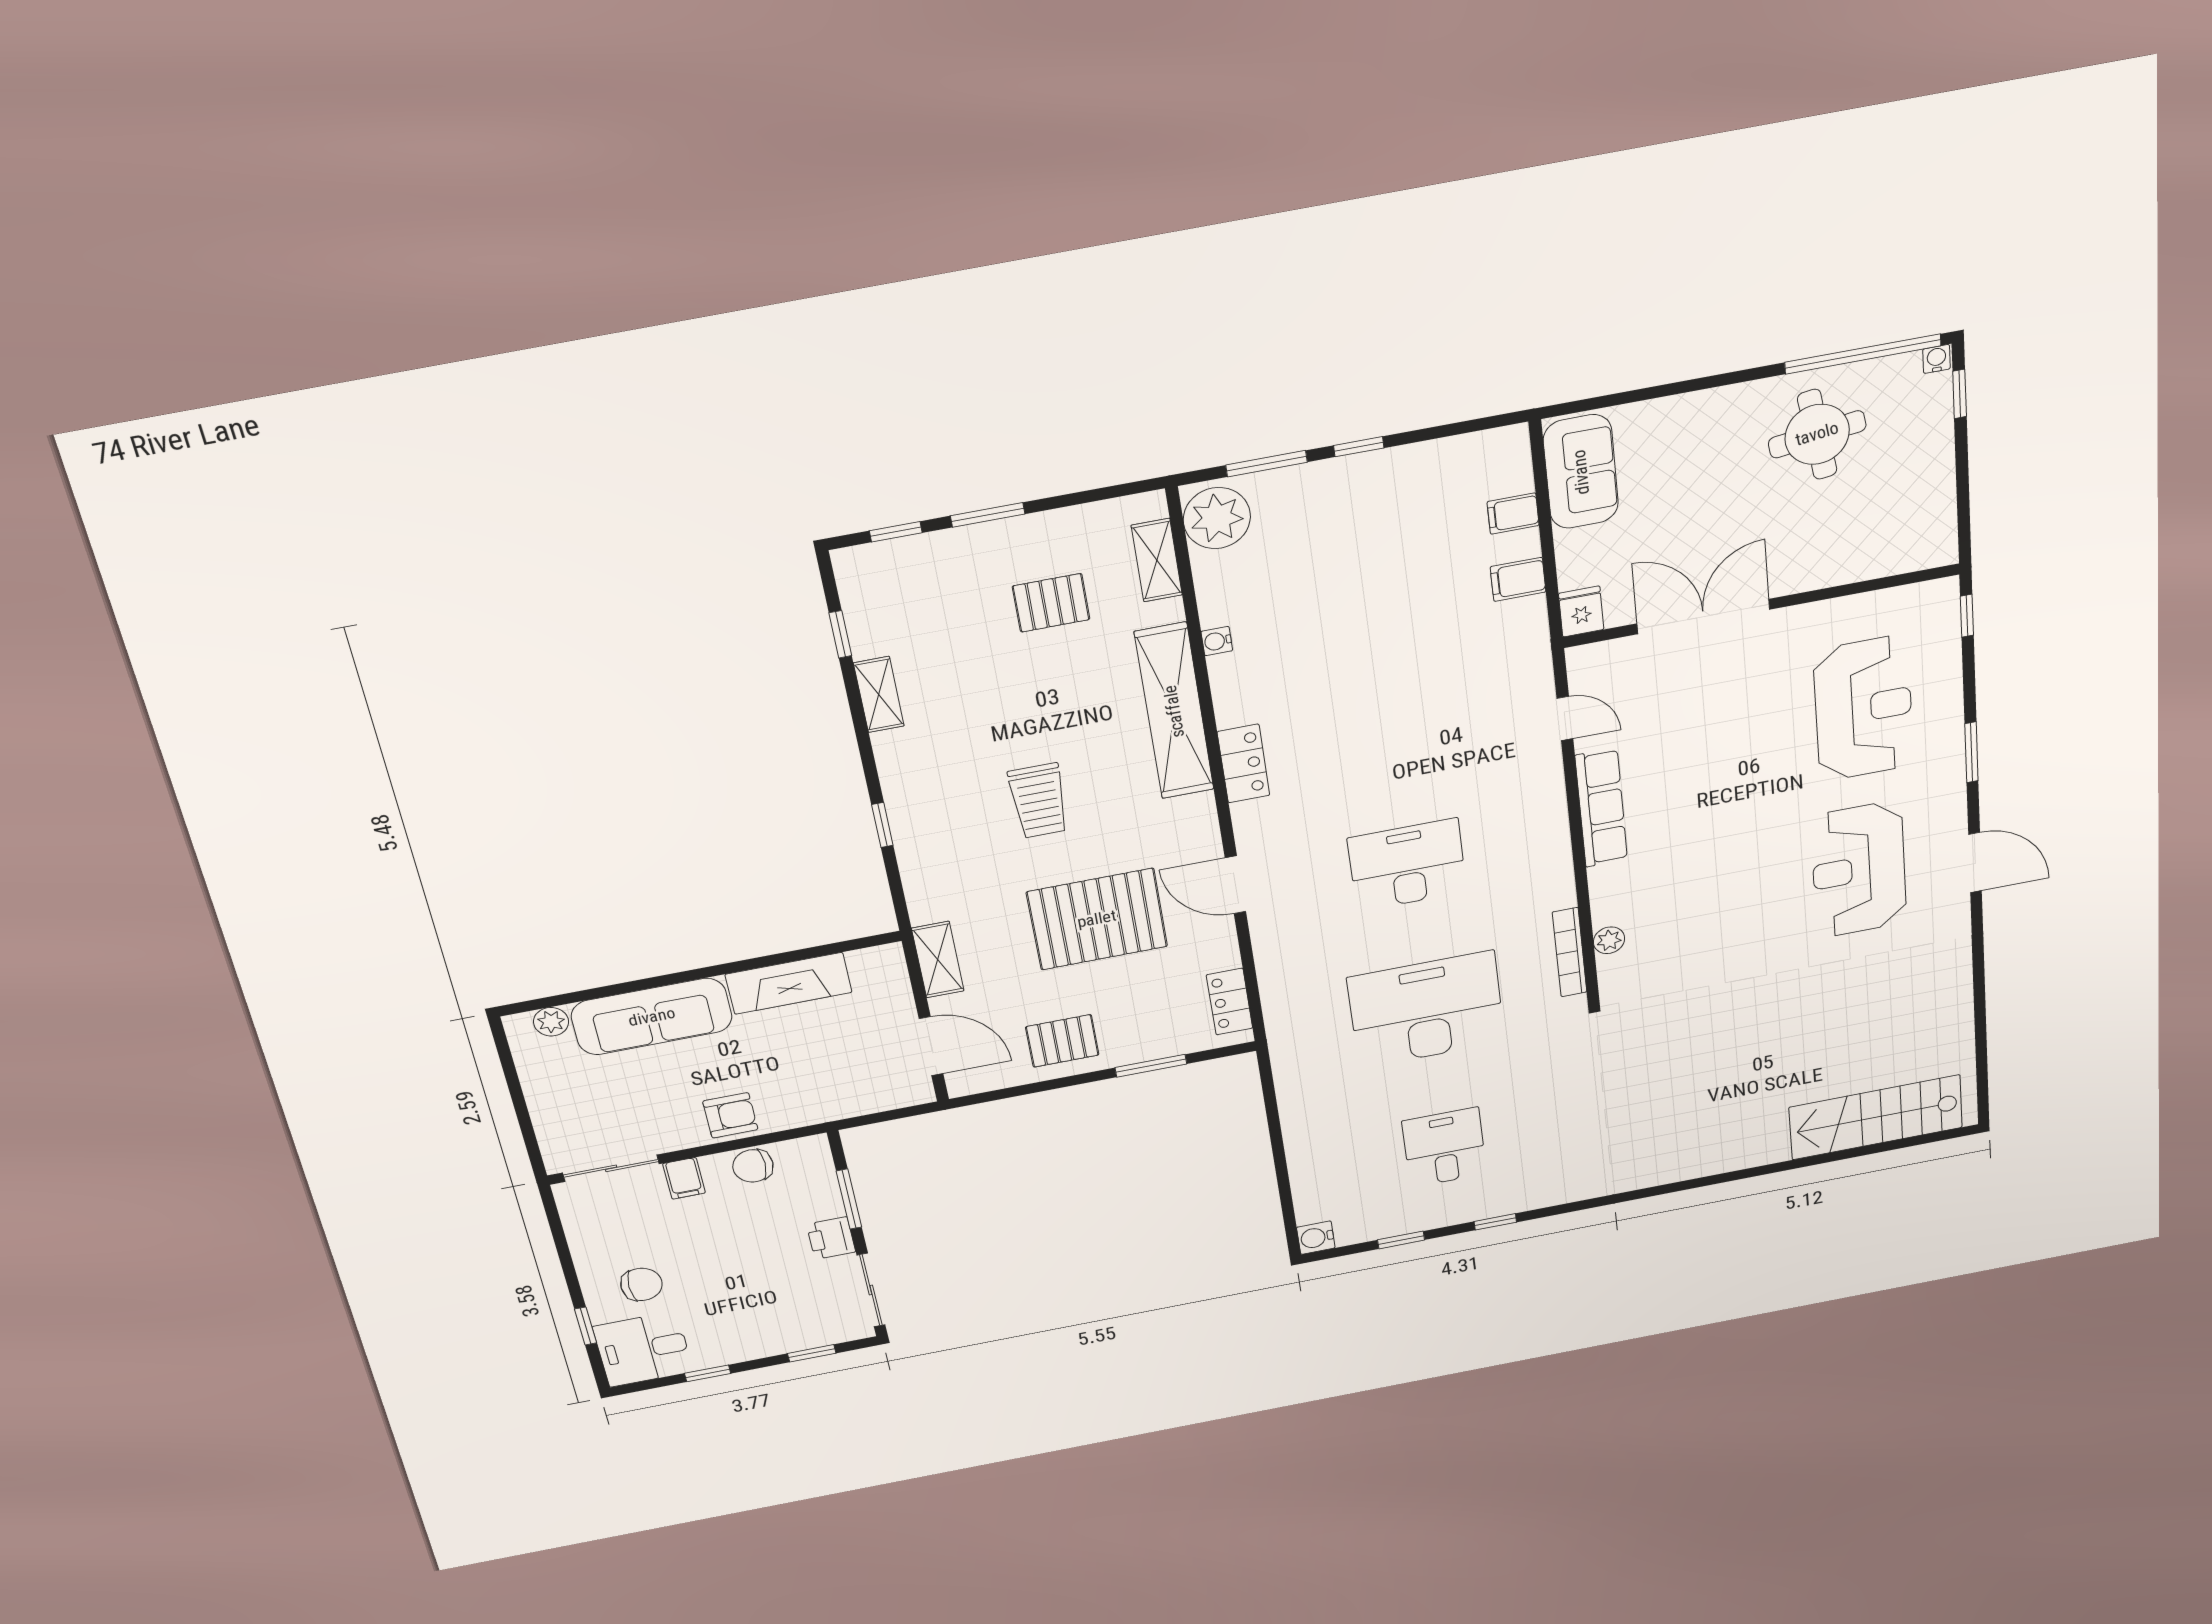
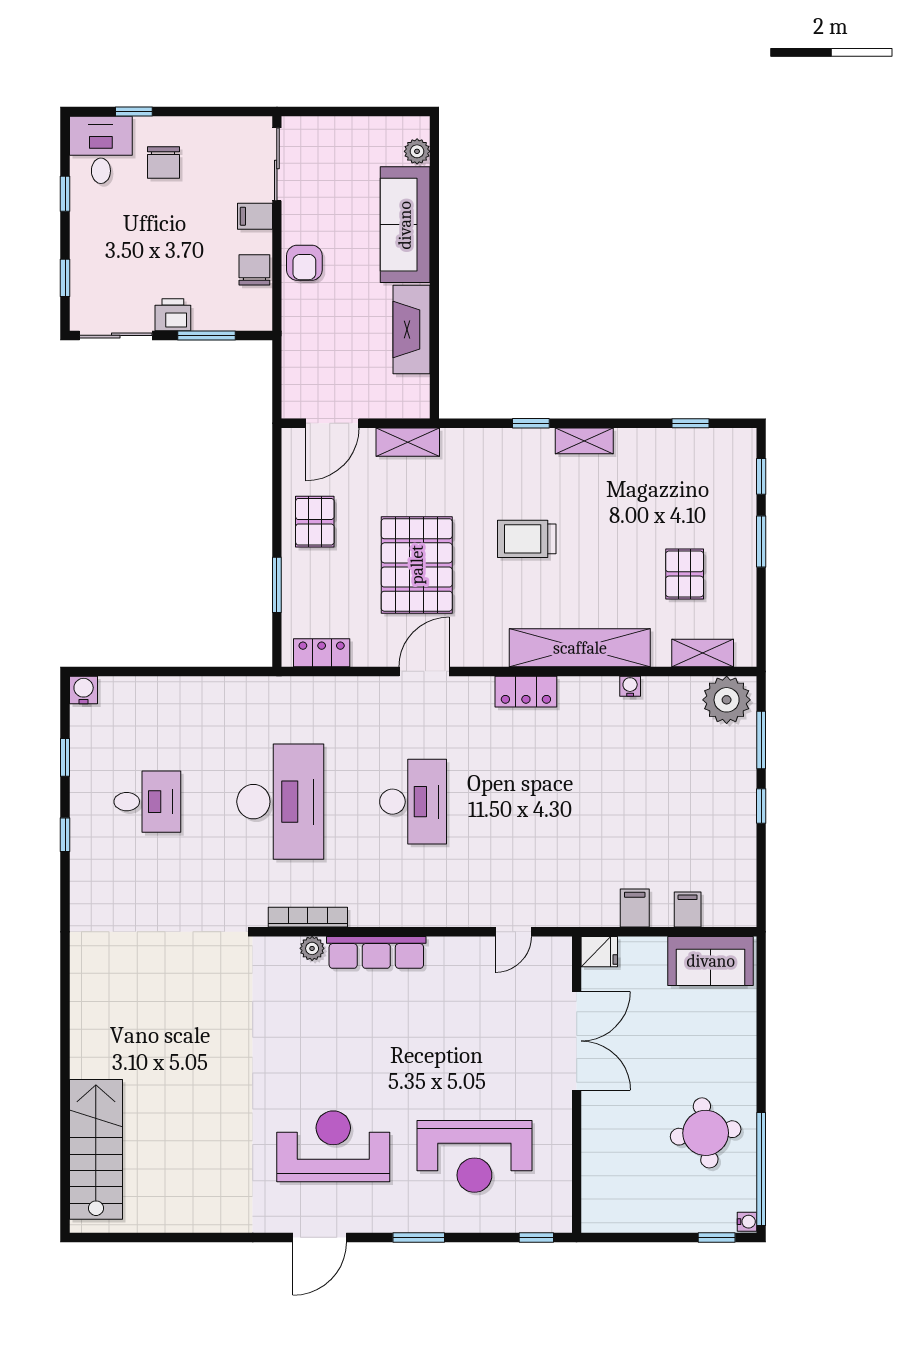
shelving: (879, 695) -> (584, 441), moved
row of seats: (1601, 808) -> (376, 952), moved

